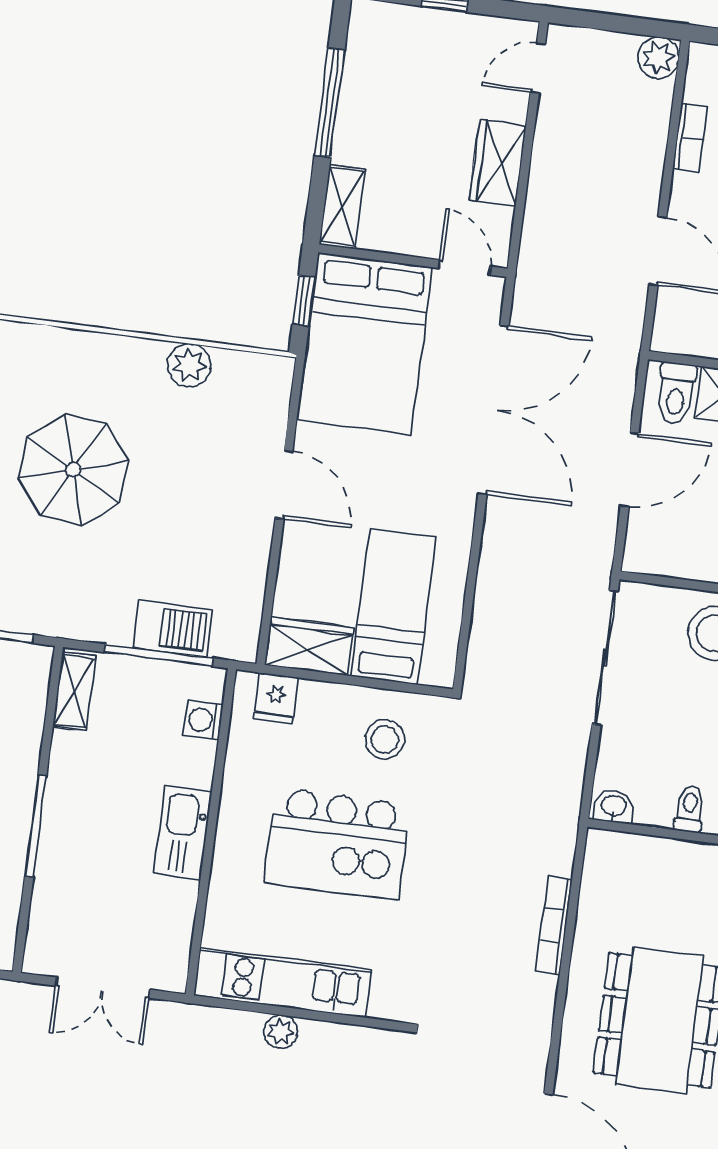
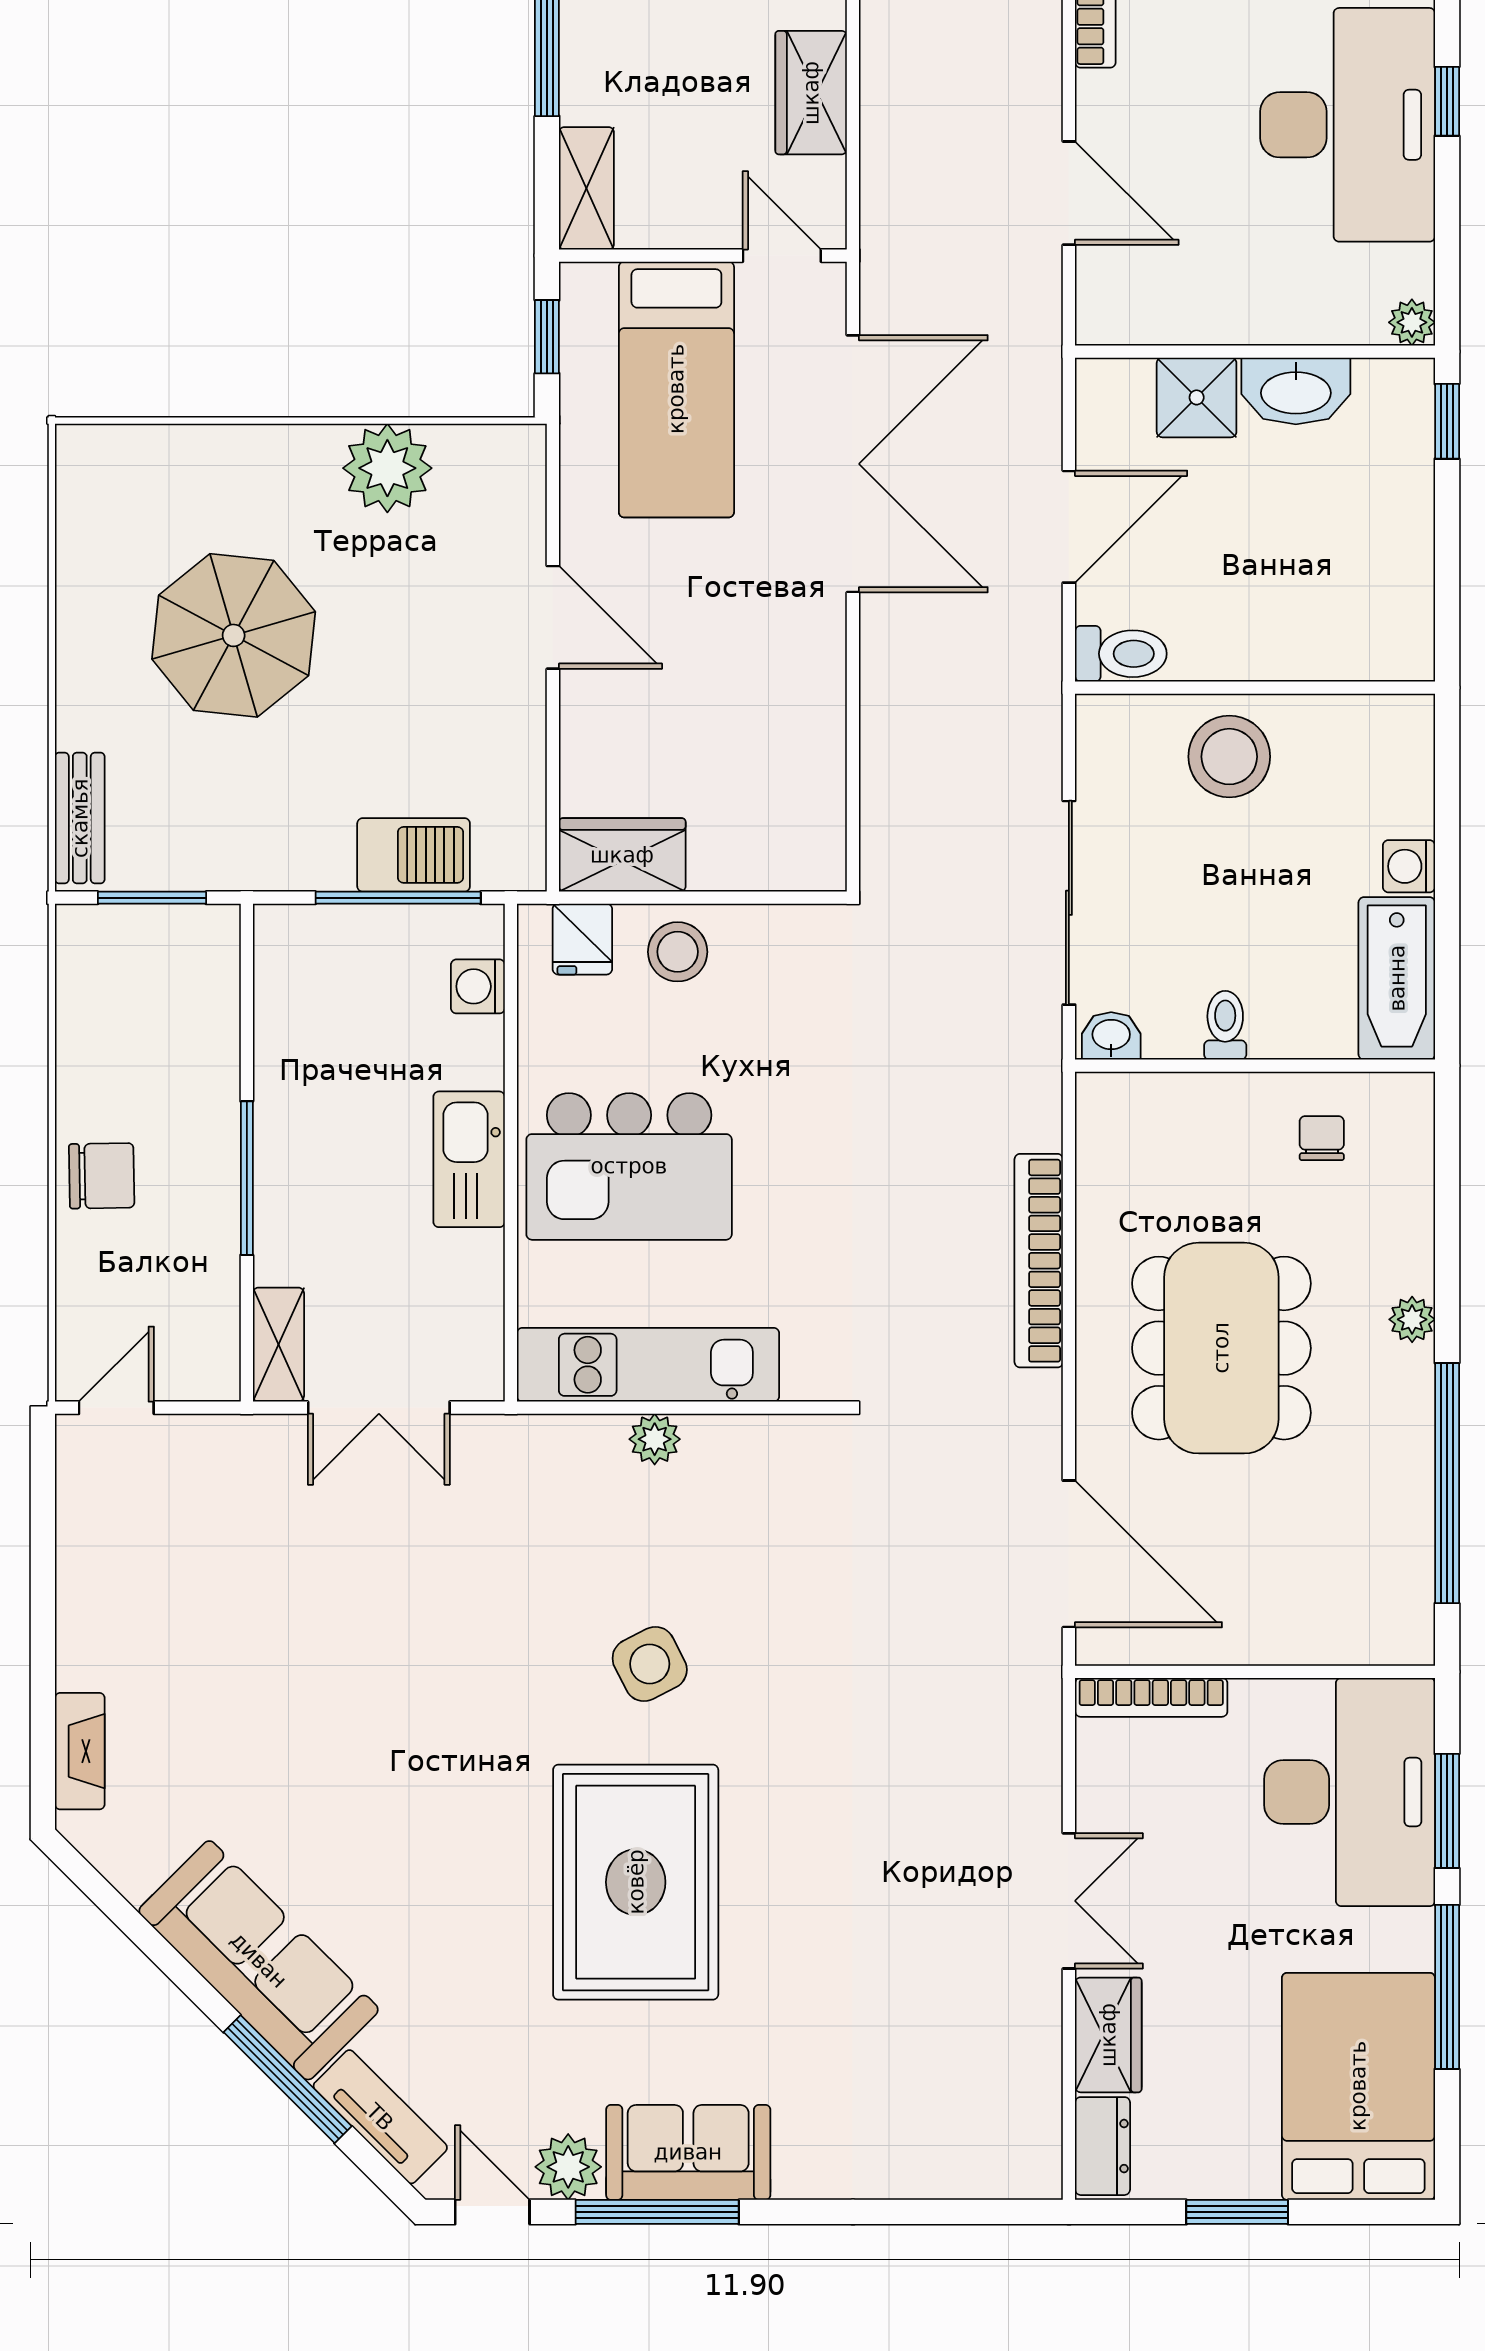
bed: (365, 344) -> (676, 389), width x0.67
plant: (189, 365) -> (387, 468), width x1.36, depth x1.36
toilet: (676, 393) -> (1121, 654), moved, turned -90
bed: (393, 606) -> (741, 779), removed
sliding door: (605, 658) -> (1069, 903), moved
shelving: (74, 691) -> (278, 1345), moved
stool: (385, 739) -> (678, 952), moved
kitchen island: (337, 844) -> (629, 1166), moved
bookcase: (554, 925) -> (1039, 1261), width x1.48, depth x1.31

